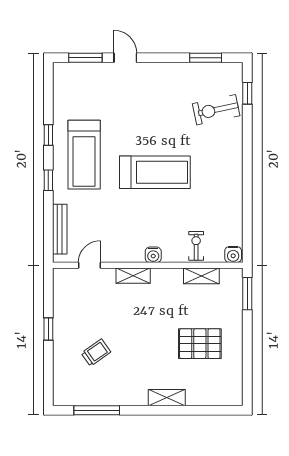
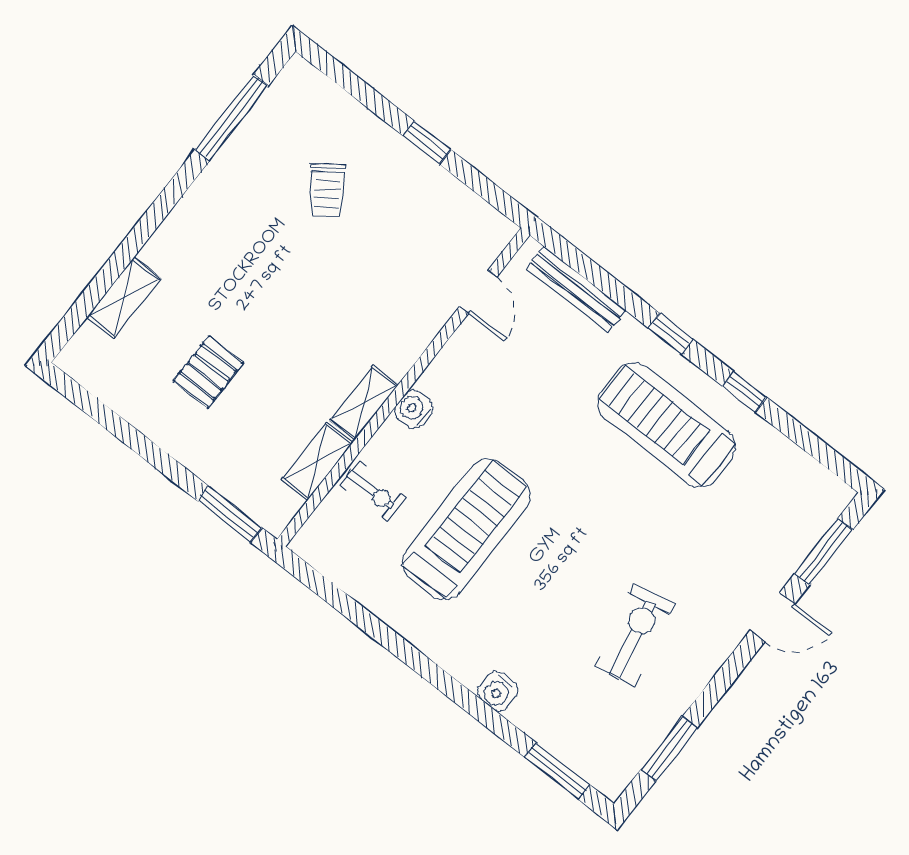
window: (247, 93) -> (557, 771), width x1.50
exercise bike: (216, 110) -> (634, 635), moved
treadmill: (155, 172) -> (466, 529), moved, turned 180
water cooler: (233, 255) -> (498, 691), moved, turned -90
shelving: (133, 276) -> (364, 403), moved
pallet: (200, 344) -> (208, 372), width x0.67, depth x0.71
shelving: (167, 398) -> (124, 298), moved

